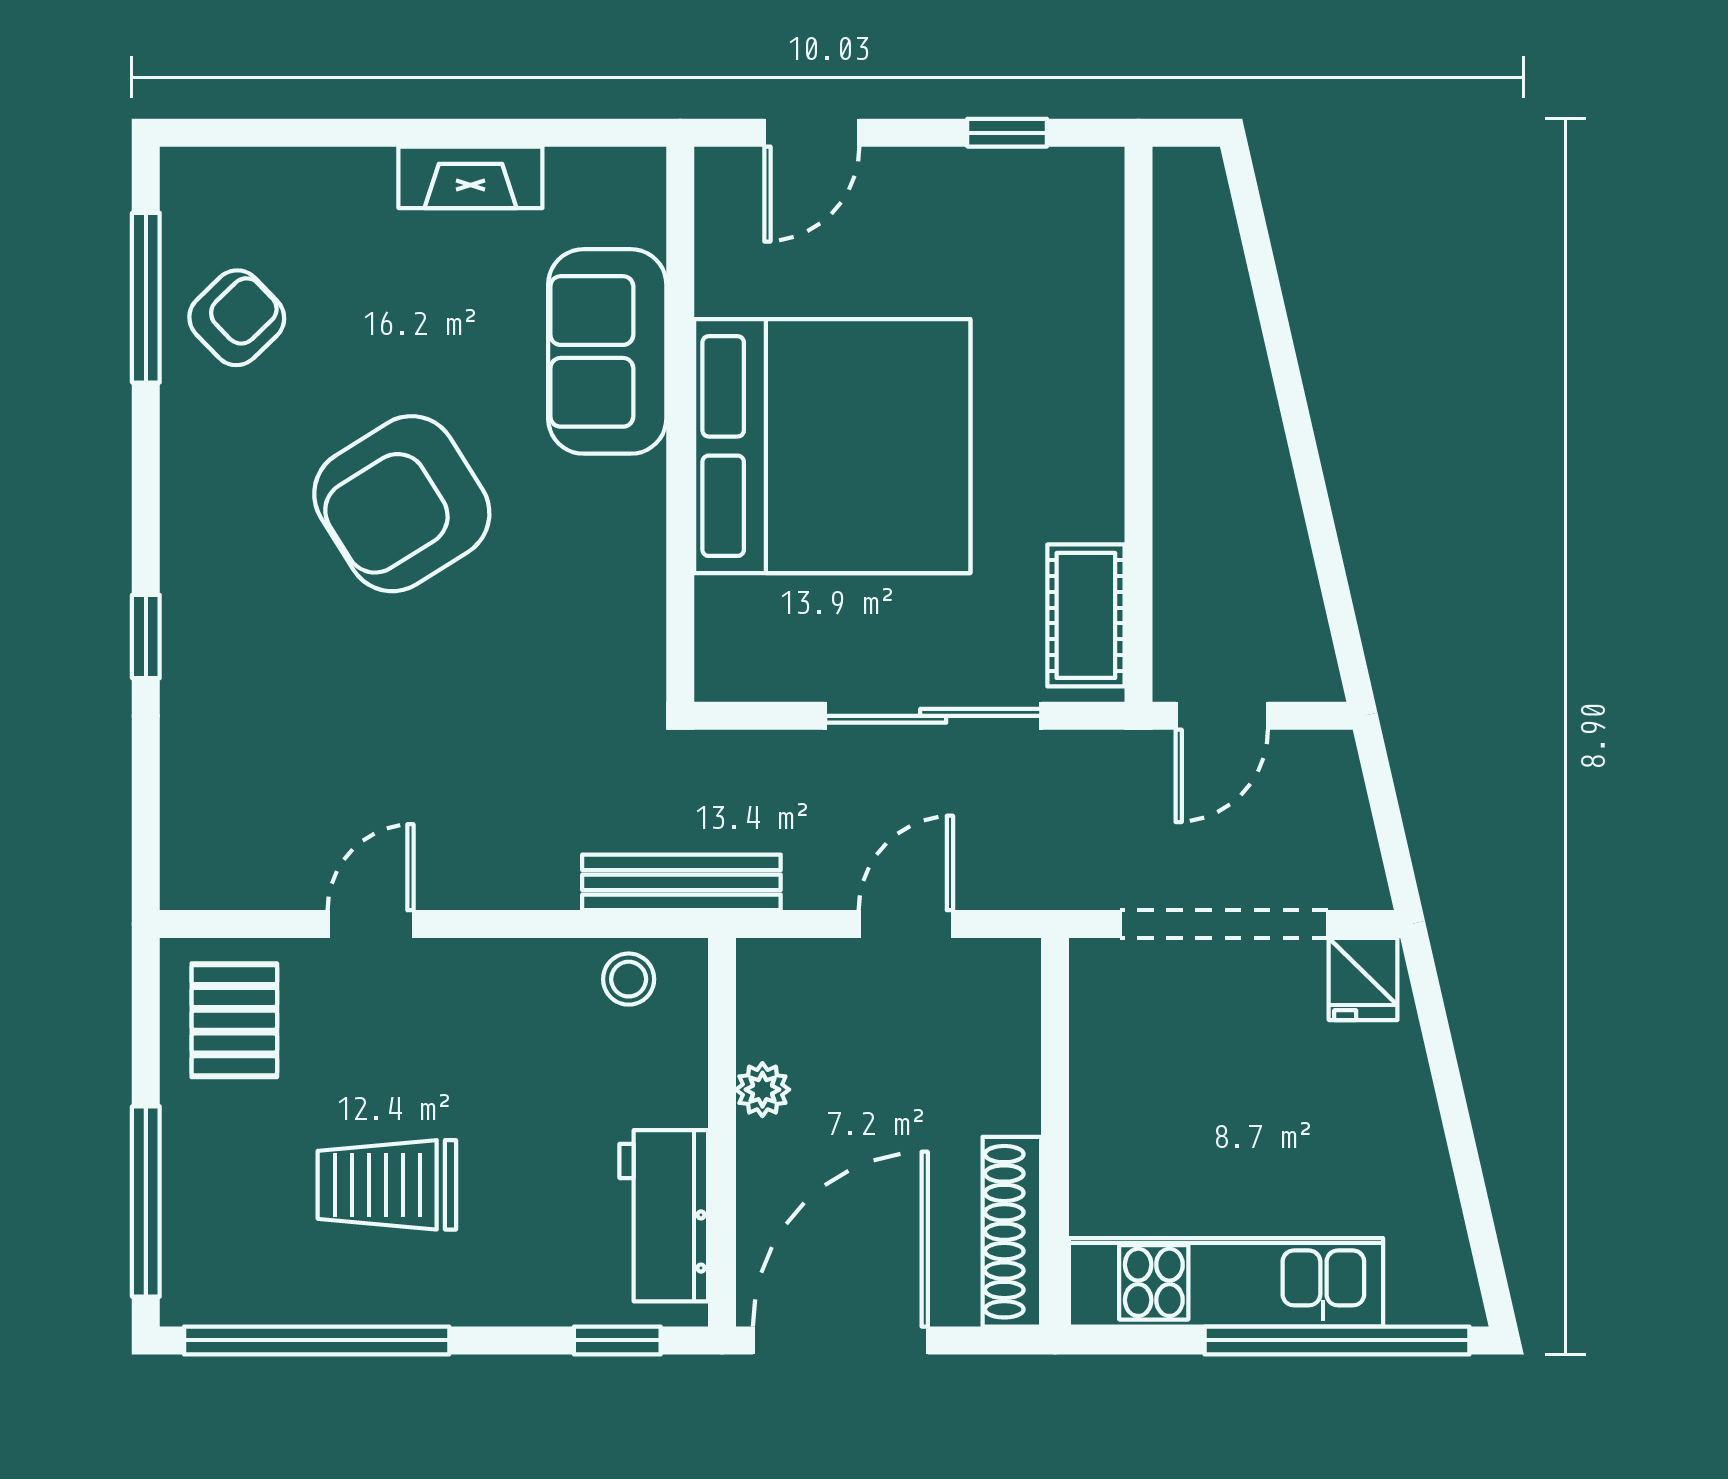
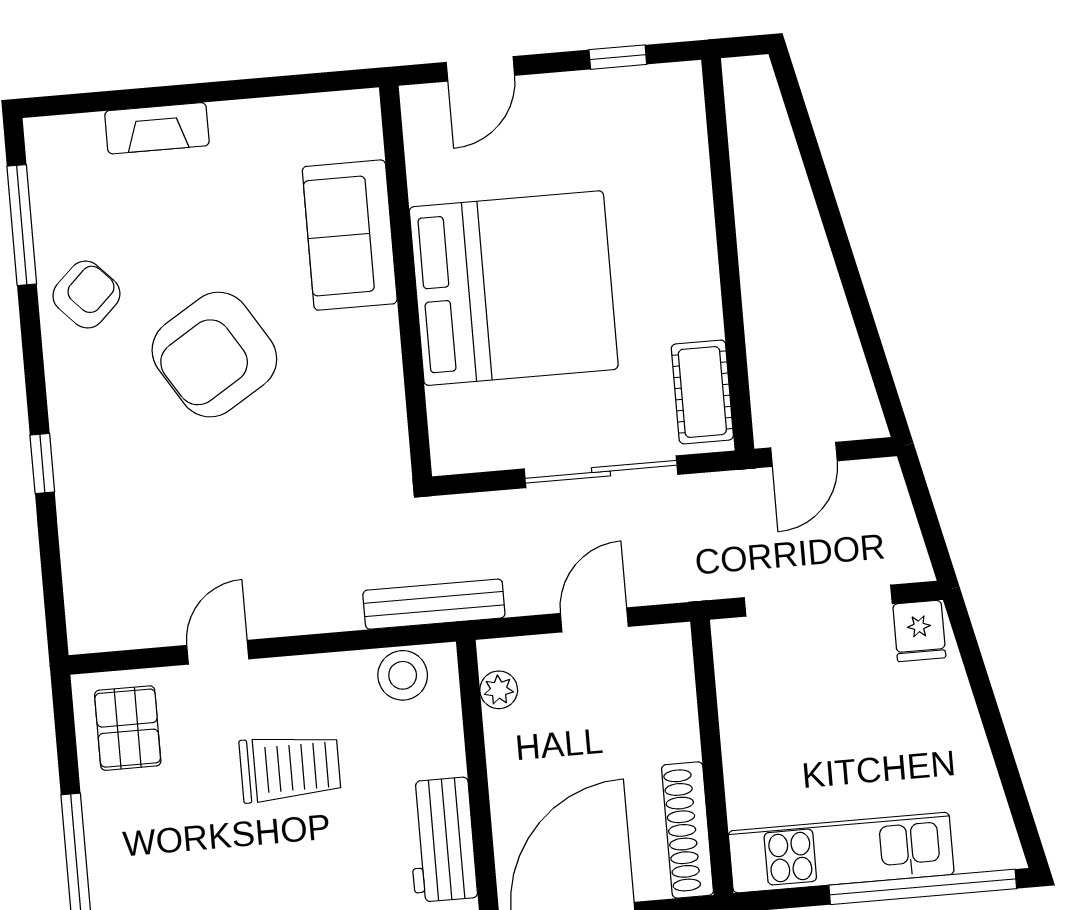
fireplace: (470, 177) -> (157, 128), moved
armchair: (237, 318) -> (86, 295), moved
stool: (629, 979) -> (403, 675), width x1.37, depth x1.37
plant: (762, 1090) -> (499, 690), moved
trolley: (387, 1185) -> (290, 768), moved, turned 180

